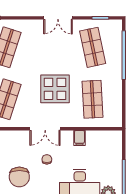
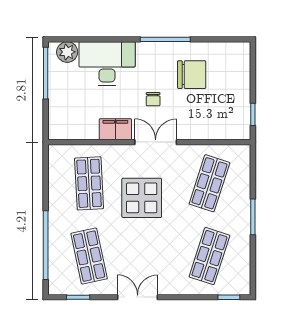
filing cabinet: (79, 138) -> (115, 129), width x2.00
chair: (19, 177) -> (192, 75), turned 90

